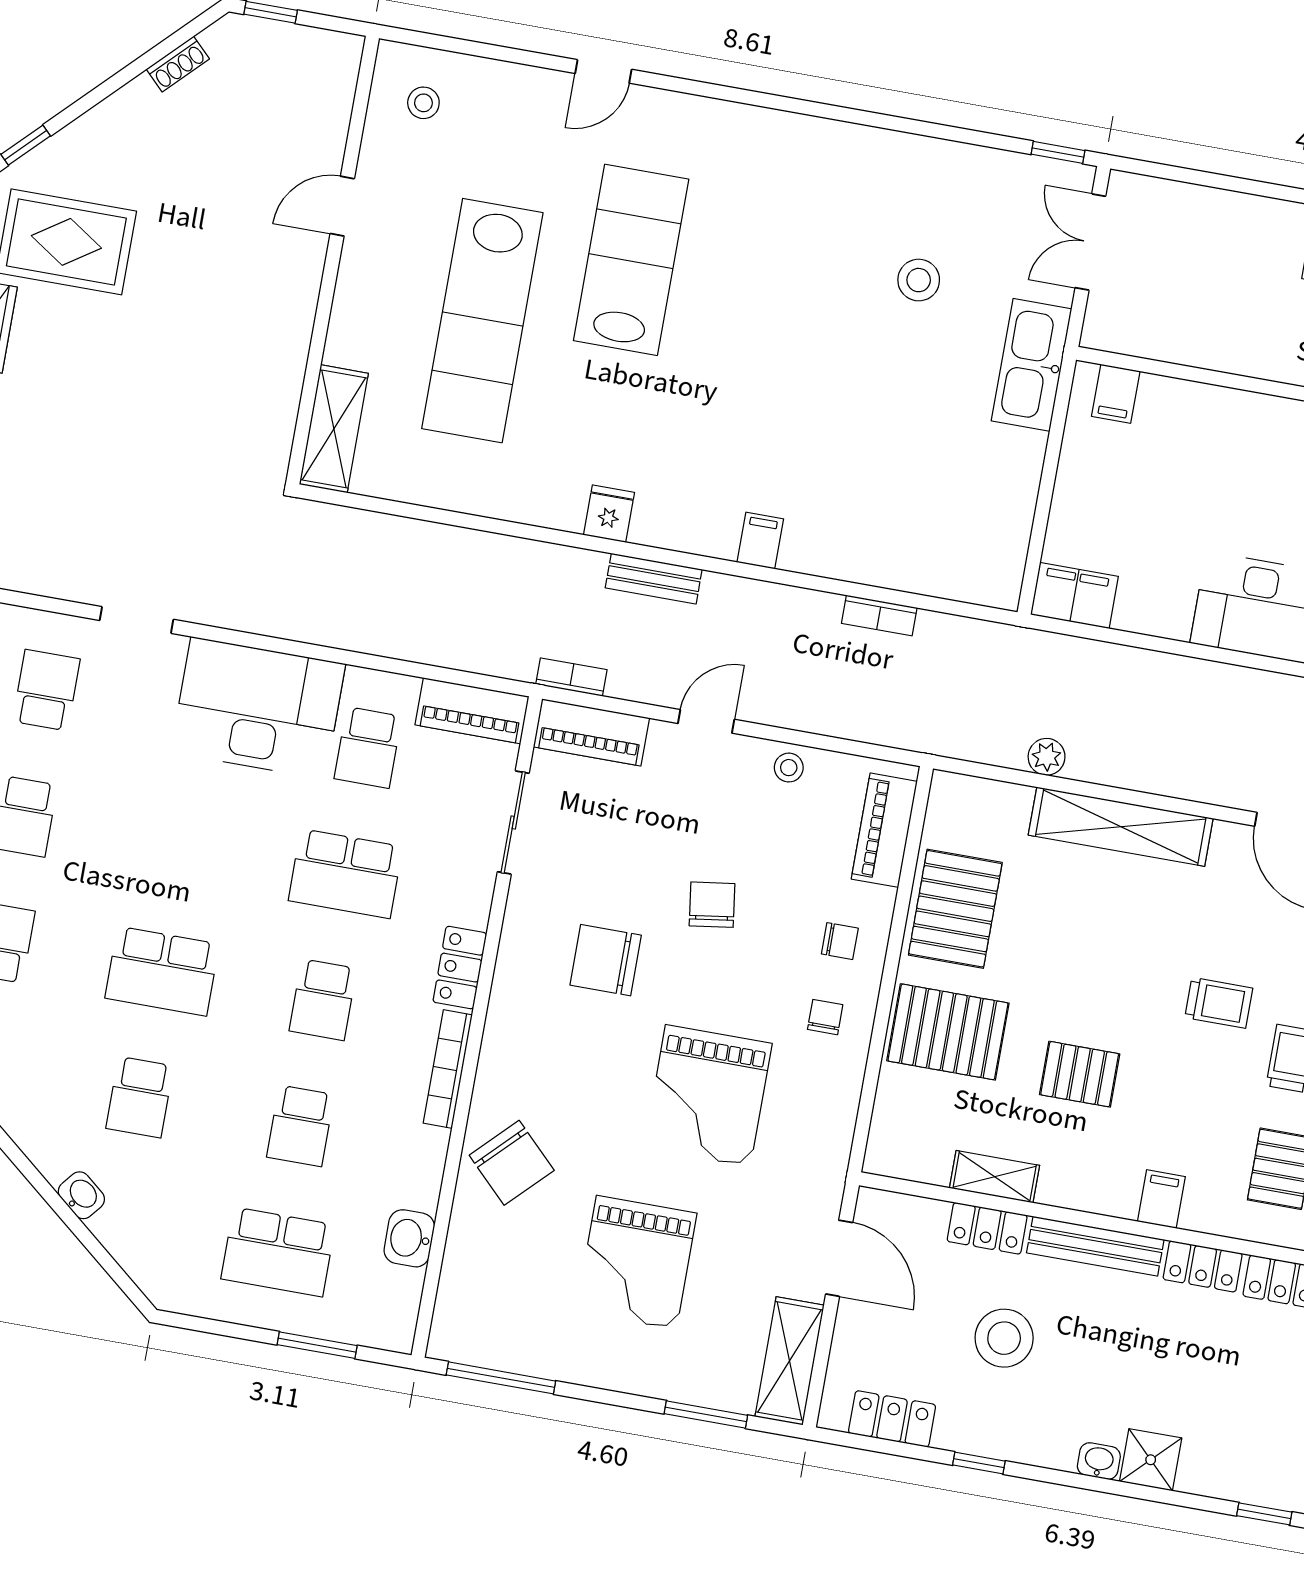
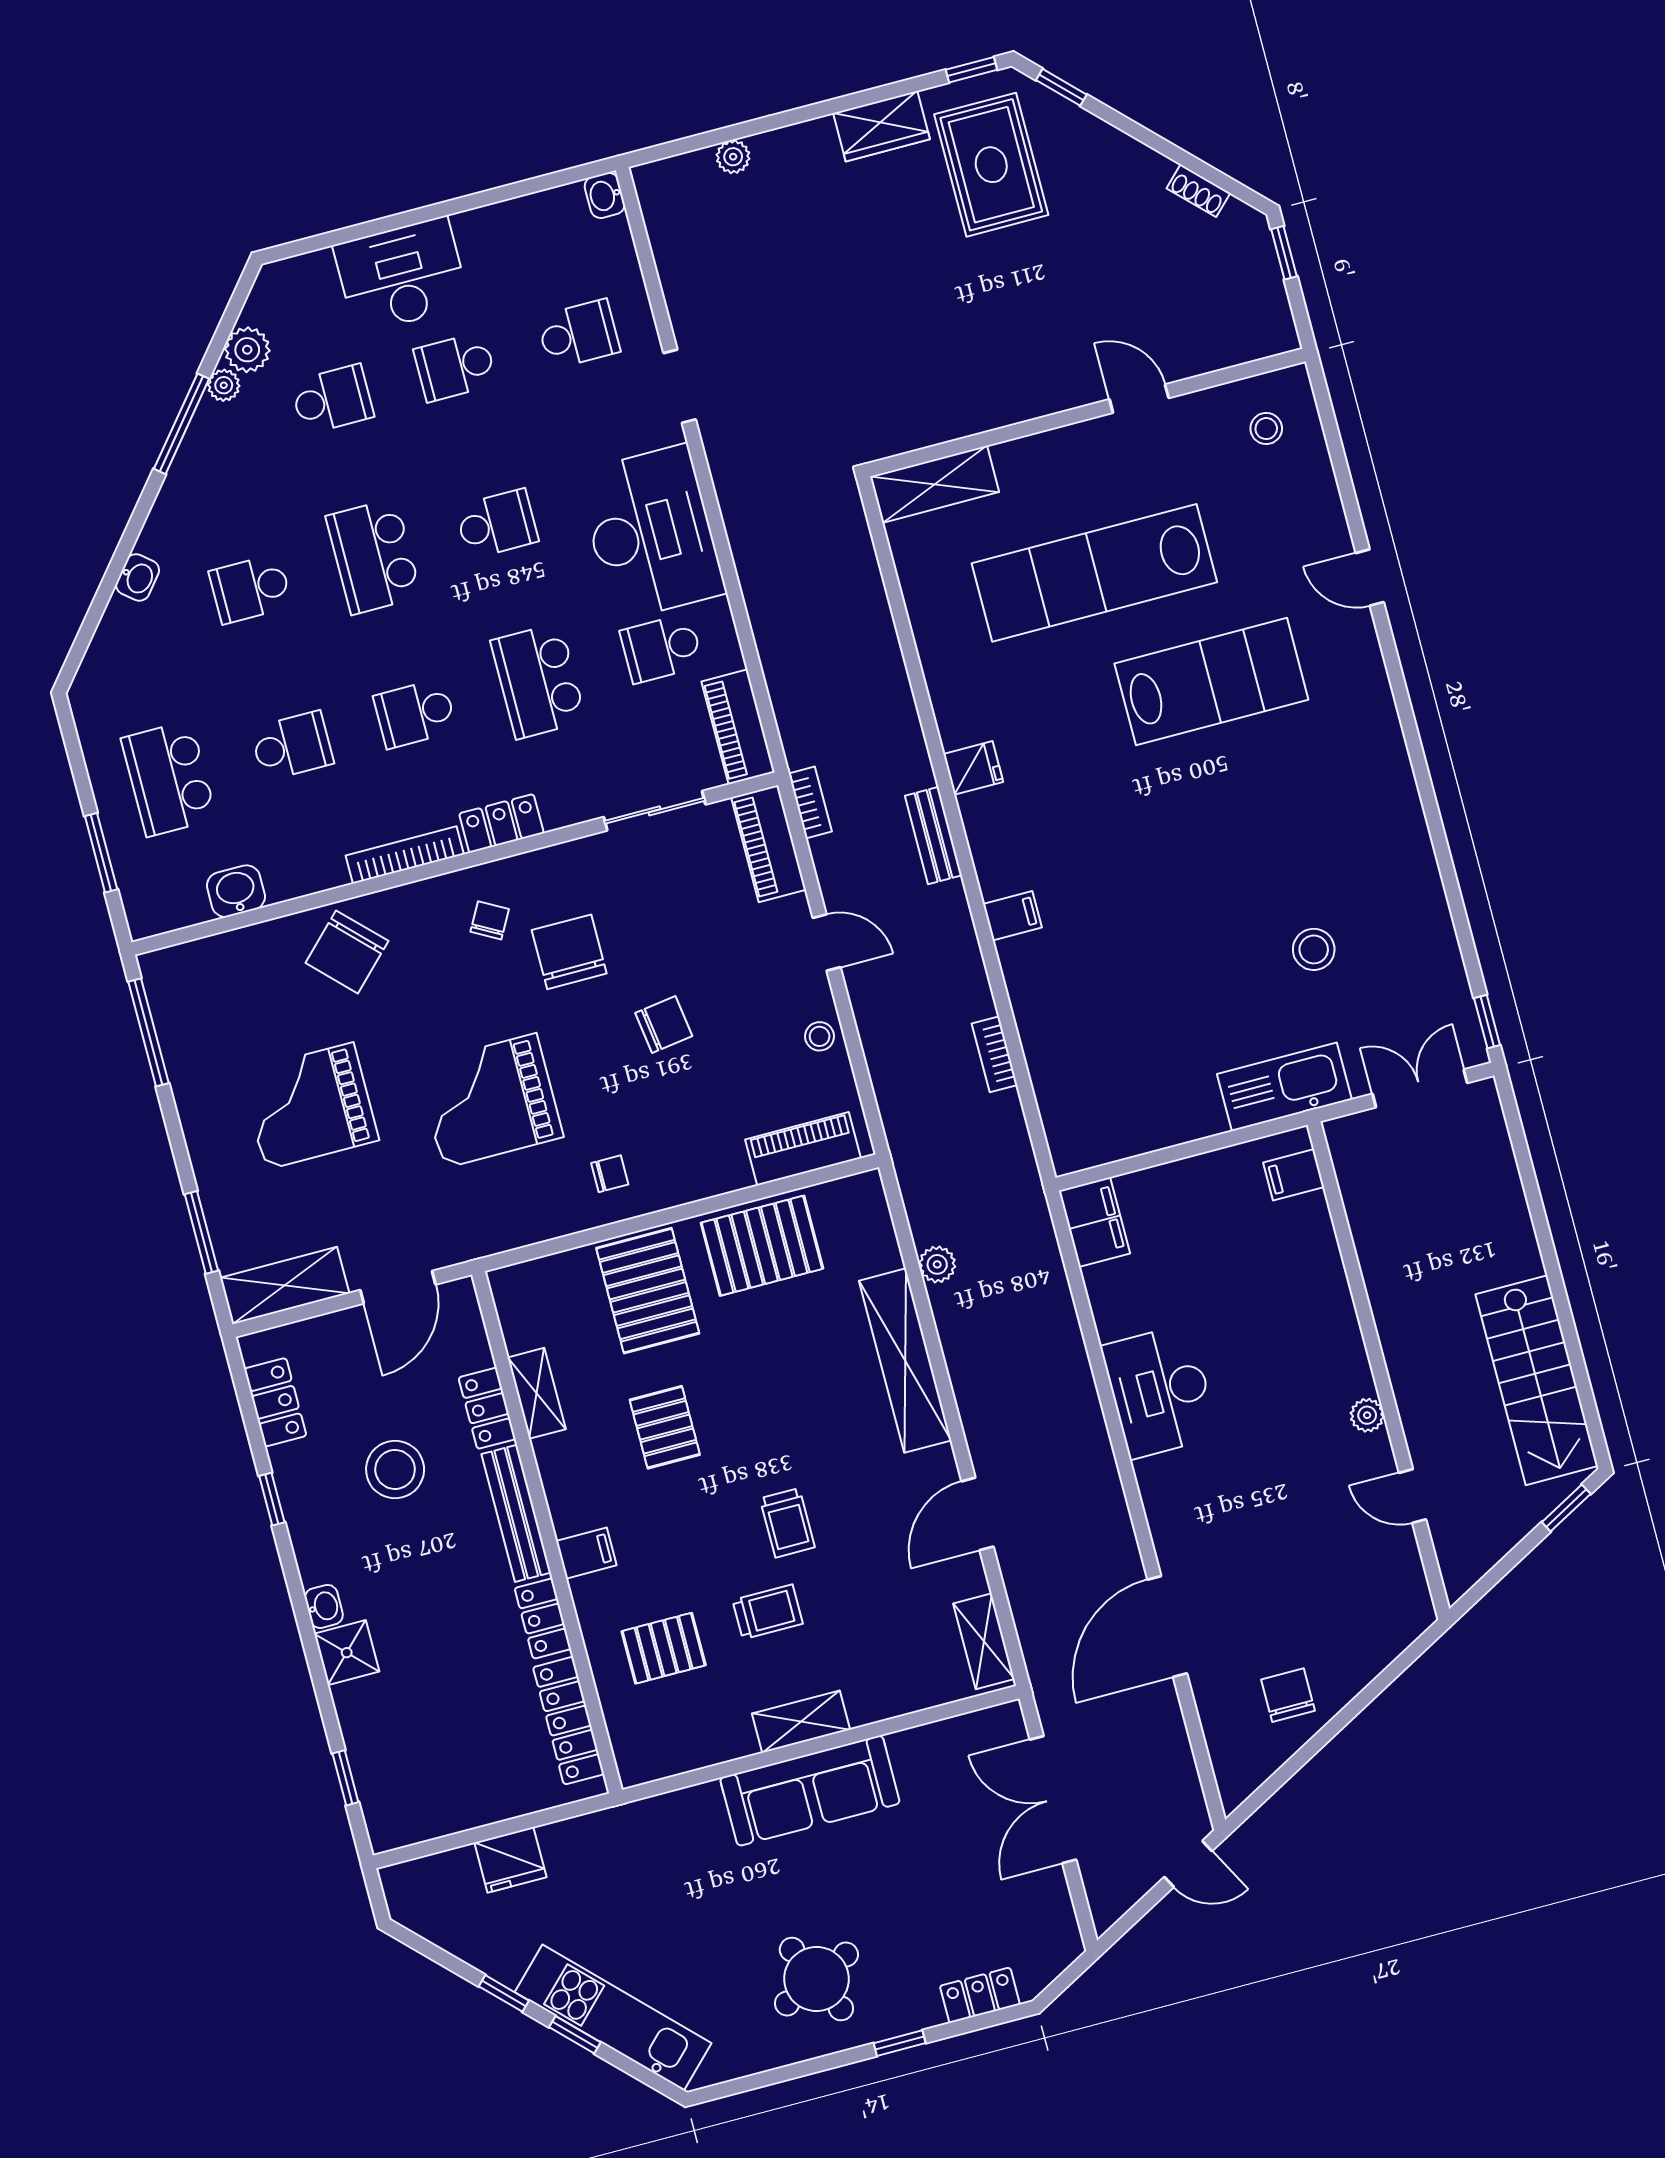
school desk: (185, 845) -> (497, 524), added
chair: (840, 941) -> (490, 920), moved, turned -151
school desk: (301, 1126) -> (292, 746), turned 180

